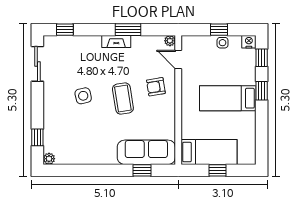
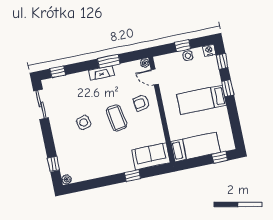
sofa: (146, 152) -> (151, 156), width x0.73
window: (142, 170) -> (132, 176), moved
window: (218, 170) -> (220, 157), moved

